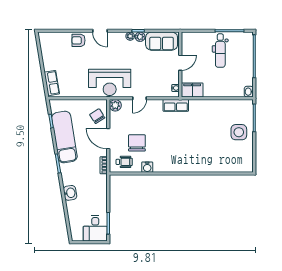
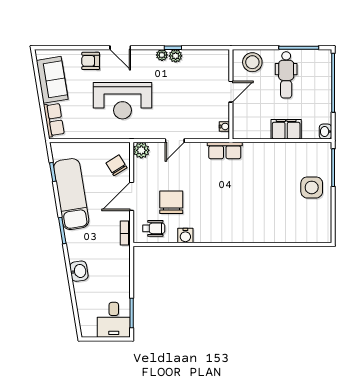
sofa: (162, 41) -> (52, 80), moved, turned -99
stool: (196, 41) -> (252, 62), added
reception desk: (110, 82) -> (122, 101), moved
filing cabinet: (192, 90) -> (286, 129), moved
door: (108, 139) -> (132, 196), hinge flipped

